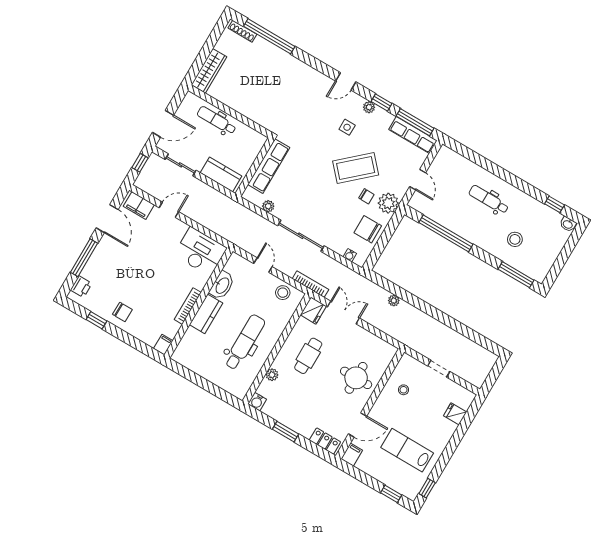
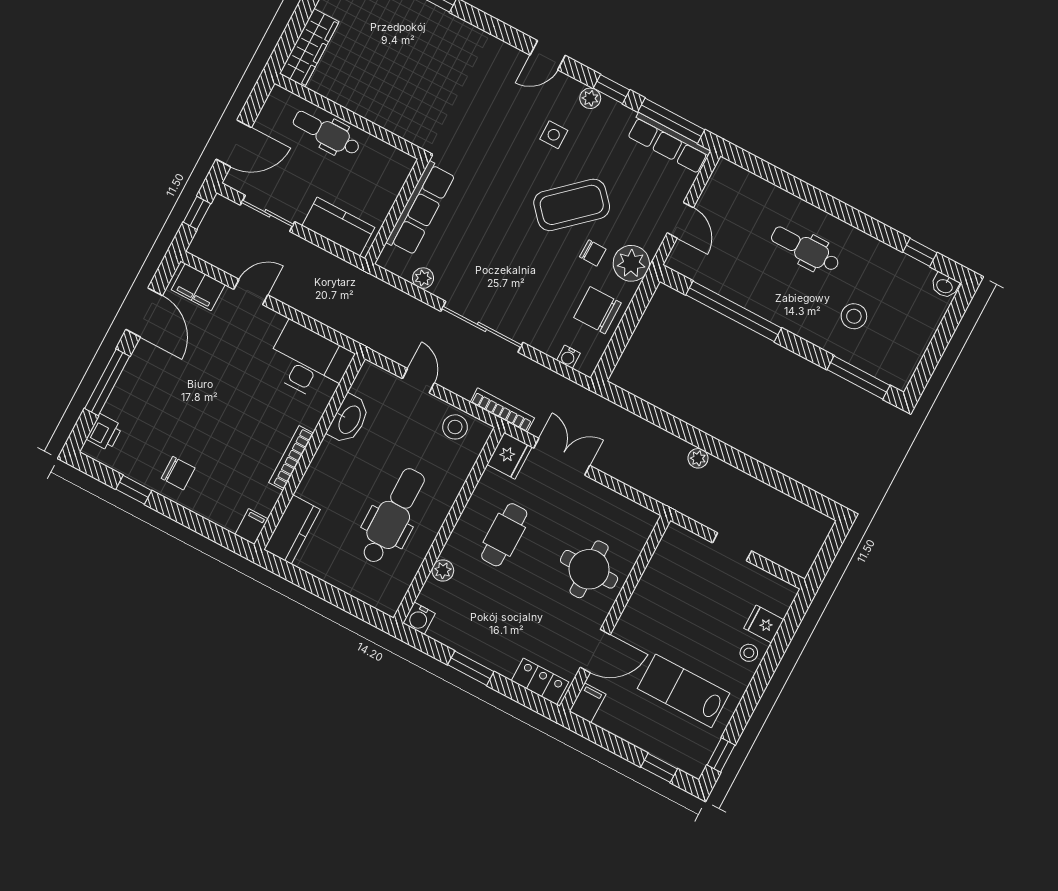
plant: (394, 301) -> (698, 458), moved
kitchen counter: (206, 314) -> (292, 530), moved
stool: (403, 390) -> (749, 653), moved

